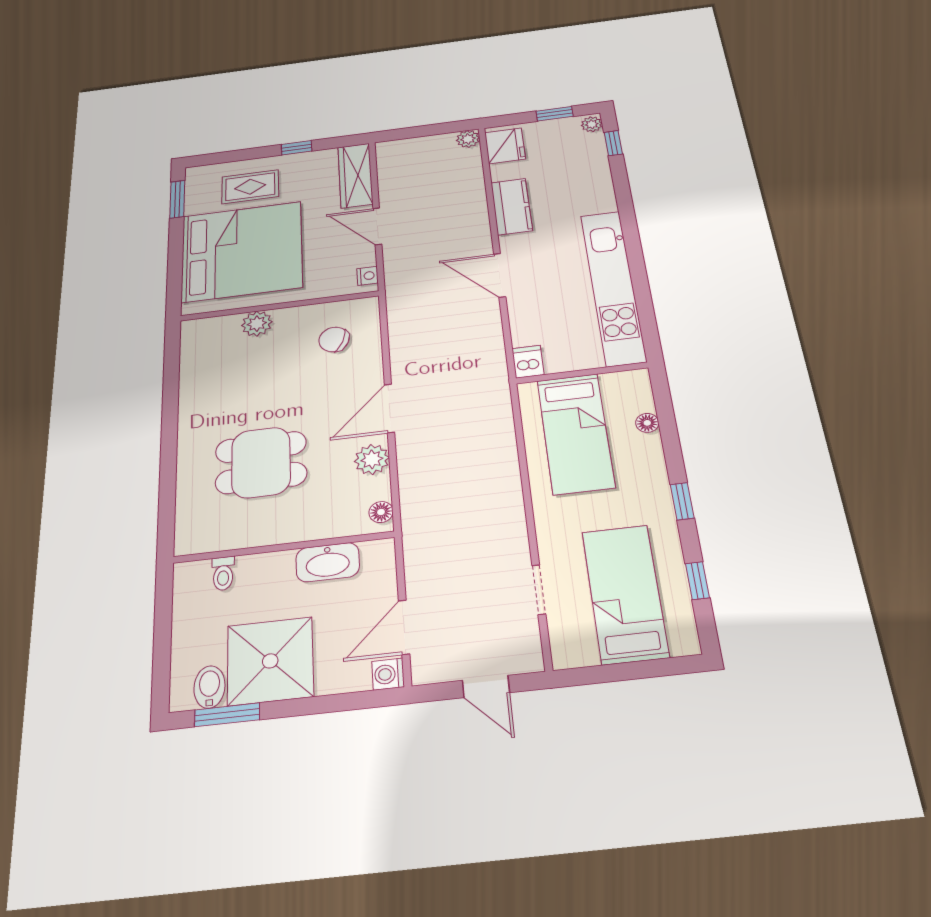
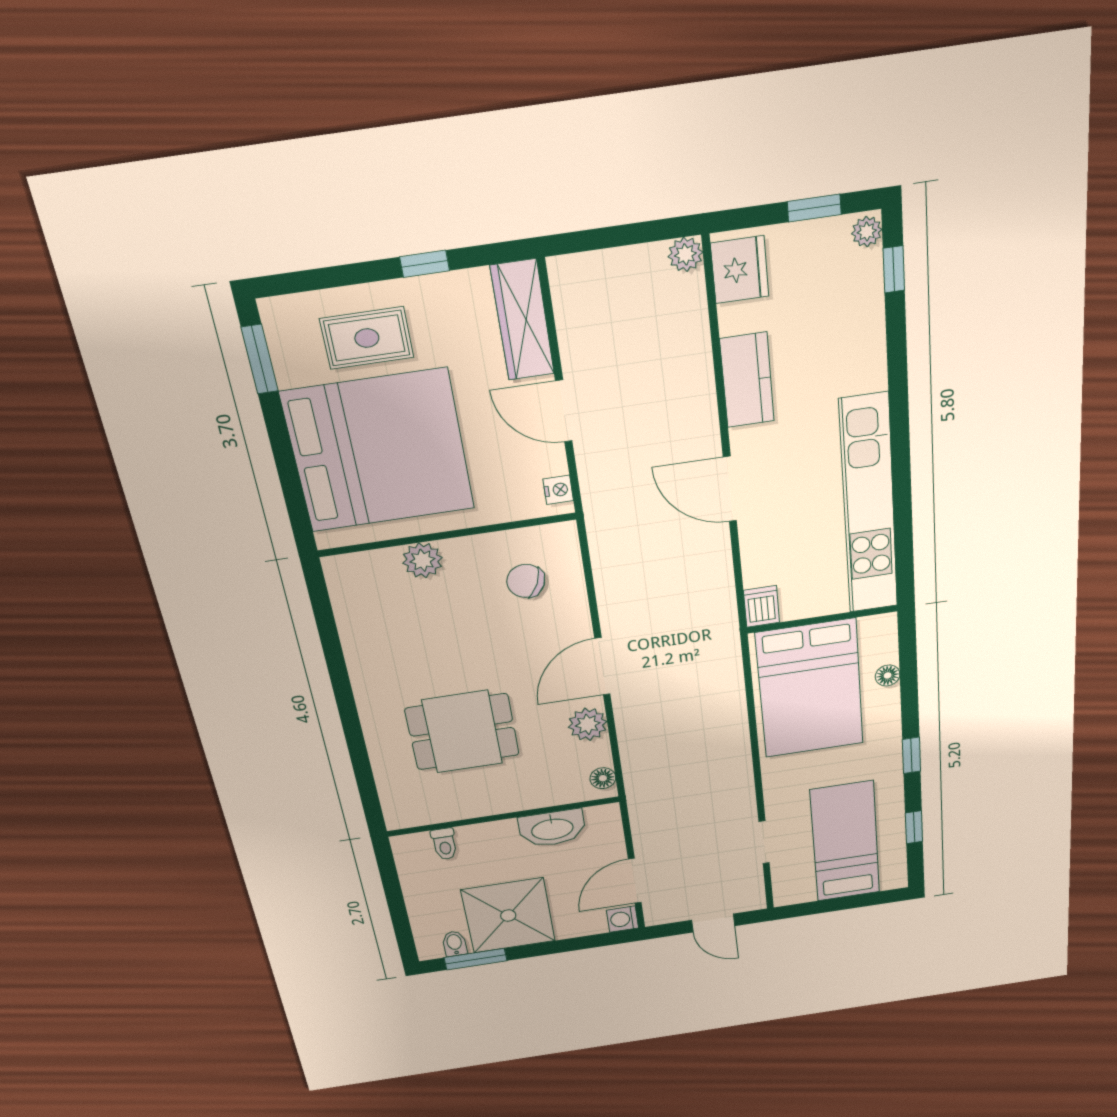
bed: (575, 433) -> (810, 689), width x1.50
bidet: (209, 687) -> (455, 944), width x0.72, depth x0.74

